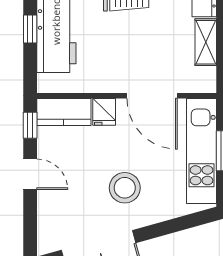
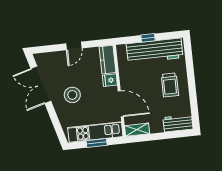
shelving: (206, 42) -> (137, 130), moved
door: (152, 96) -> (121, 104), swing flipped
window: (30, 125) -> (99, 43), removed

